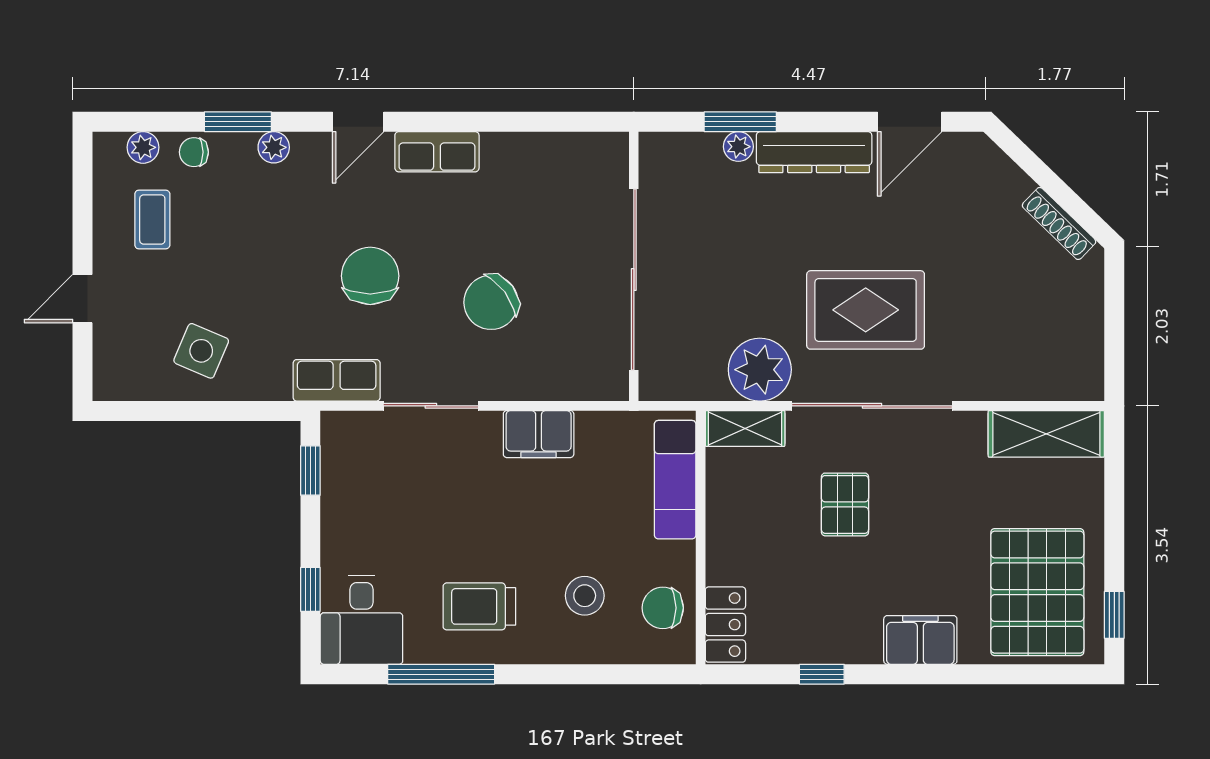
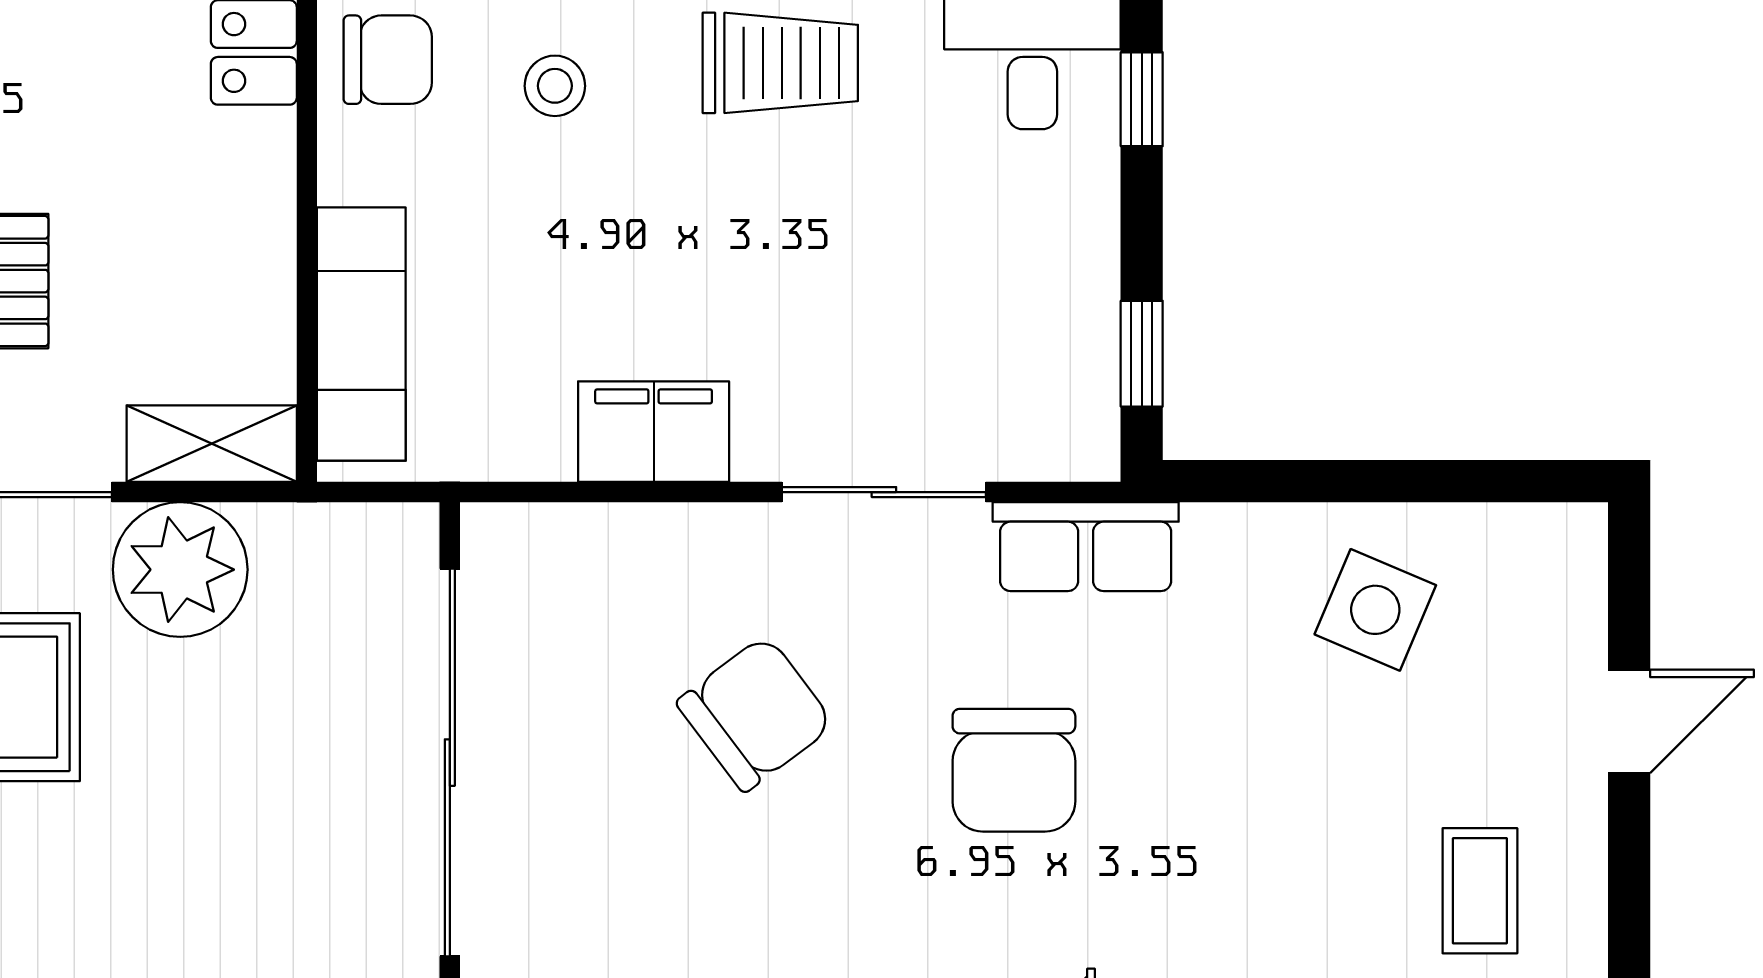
stool: (585, 596) -> (555, 86), width x0.73, depth x0.73

